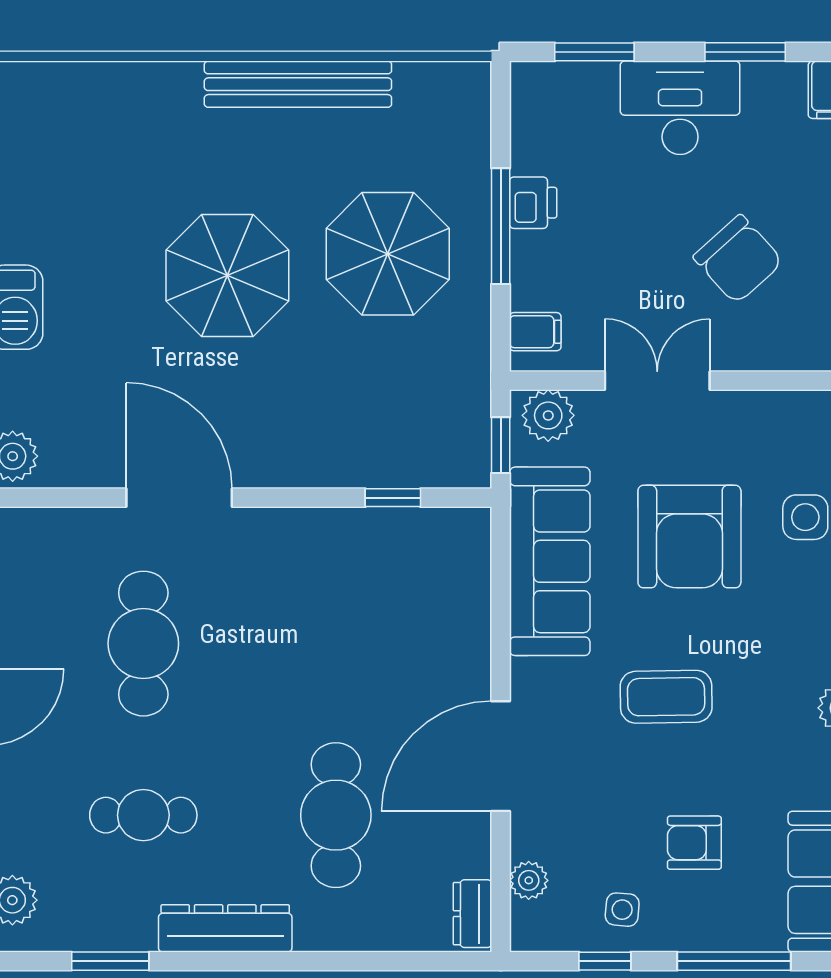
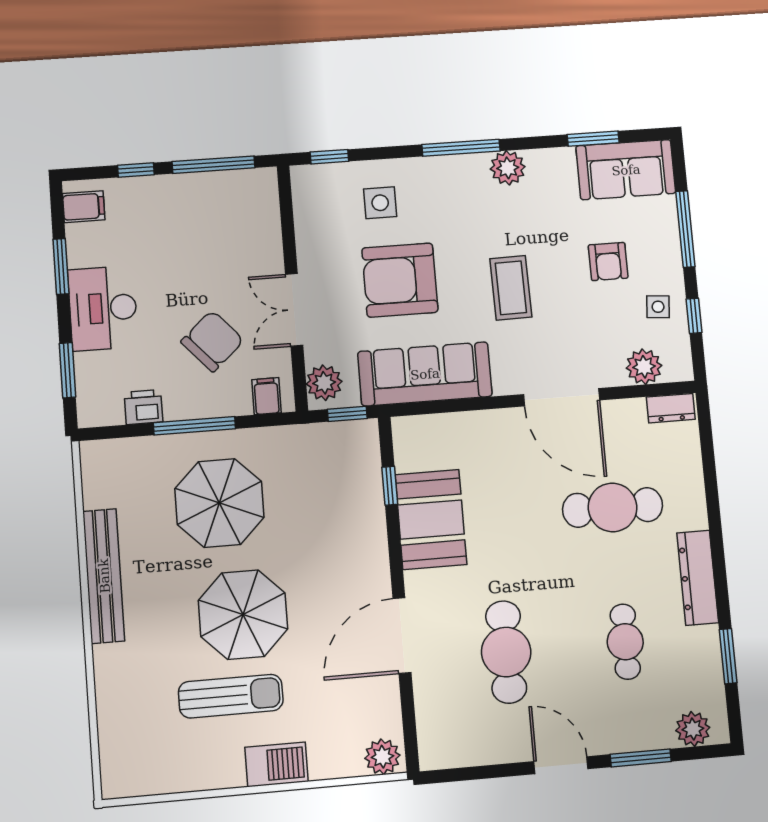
printer: (533, 203) -> (143, 407), moved
sun lounger: (115, 250) -> (231, 696), added
chair: (738, 259) -> (212, 341), moved
armchair: (689, 537) -> (400, 280), turned 180
booth: (340, 552) -> (431, 519), added
cafe table: (143, 644) -> (506, 652), turned 90
plant: (529, 880) -> (644, 367), width x1.38, depth x1.38

